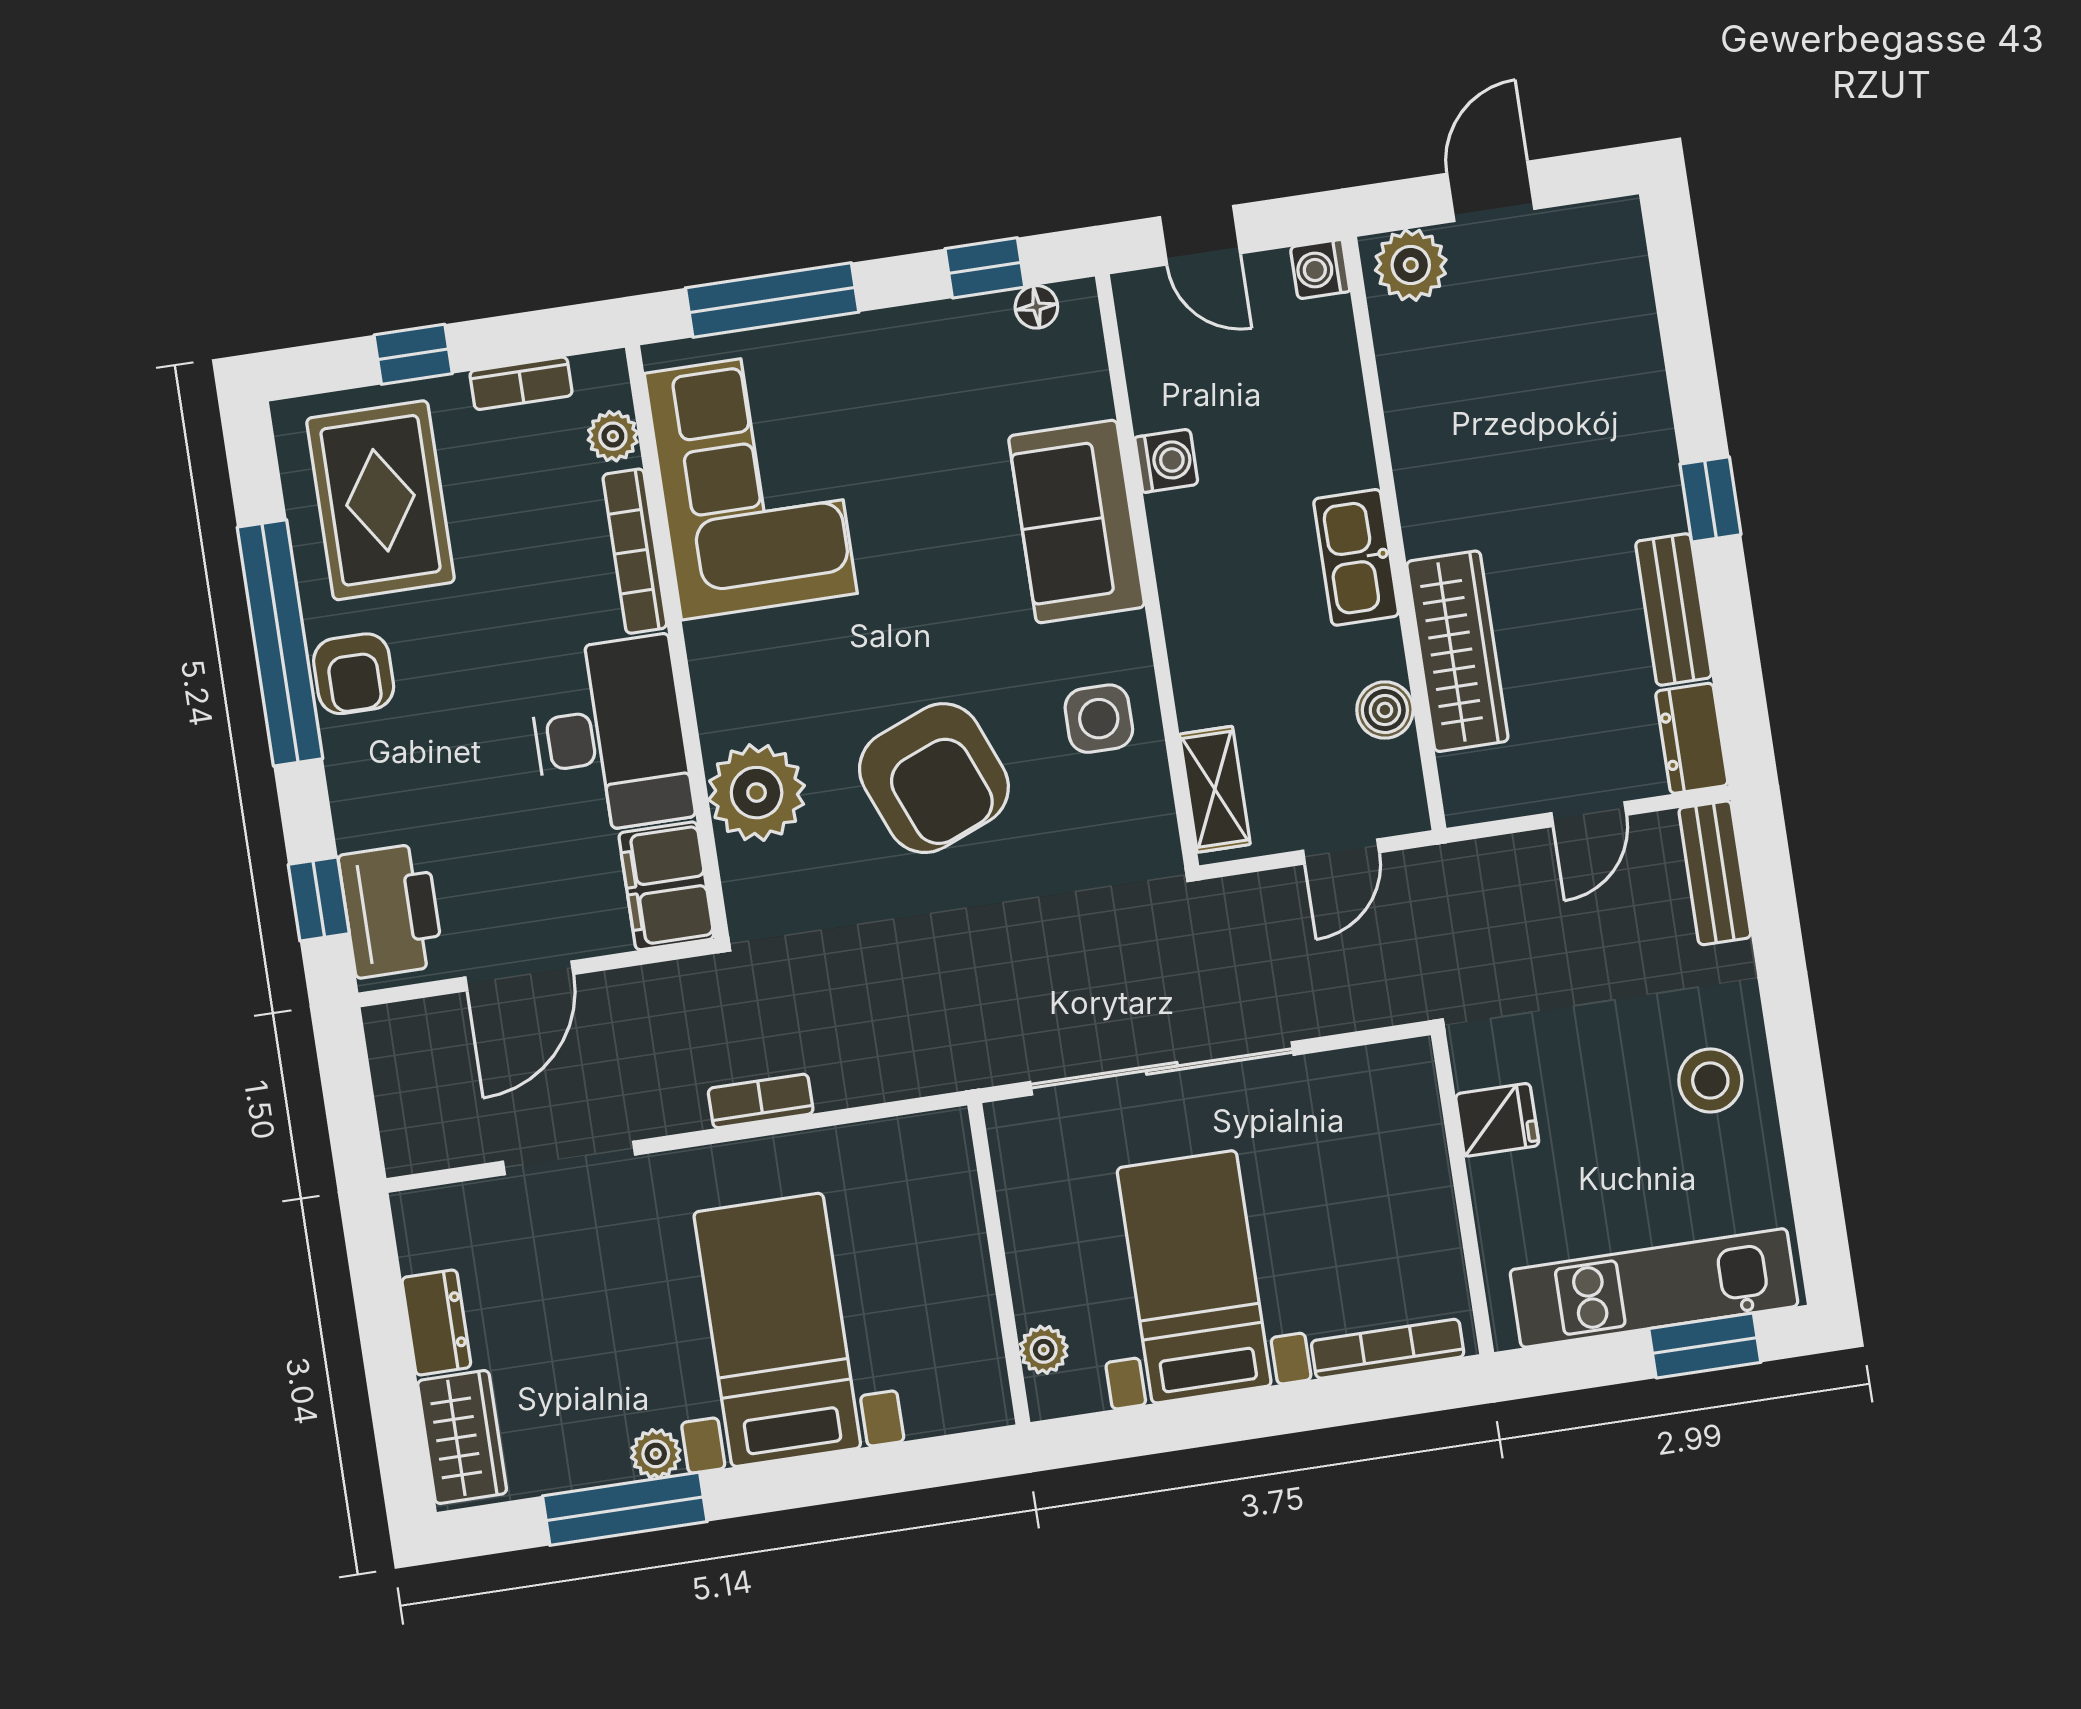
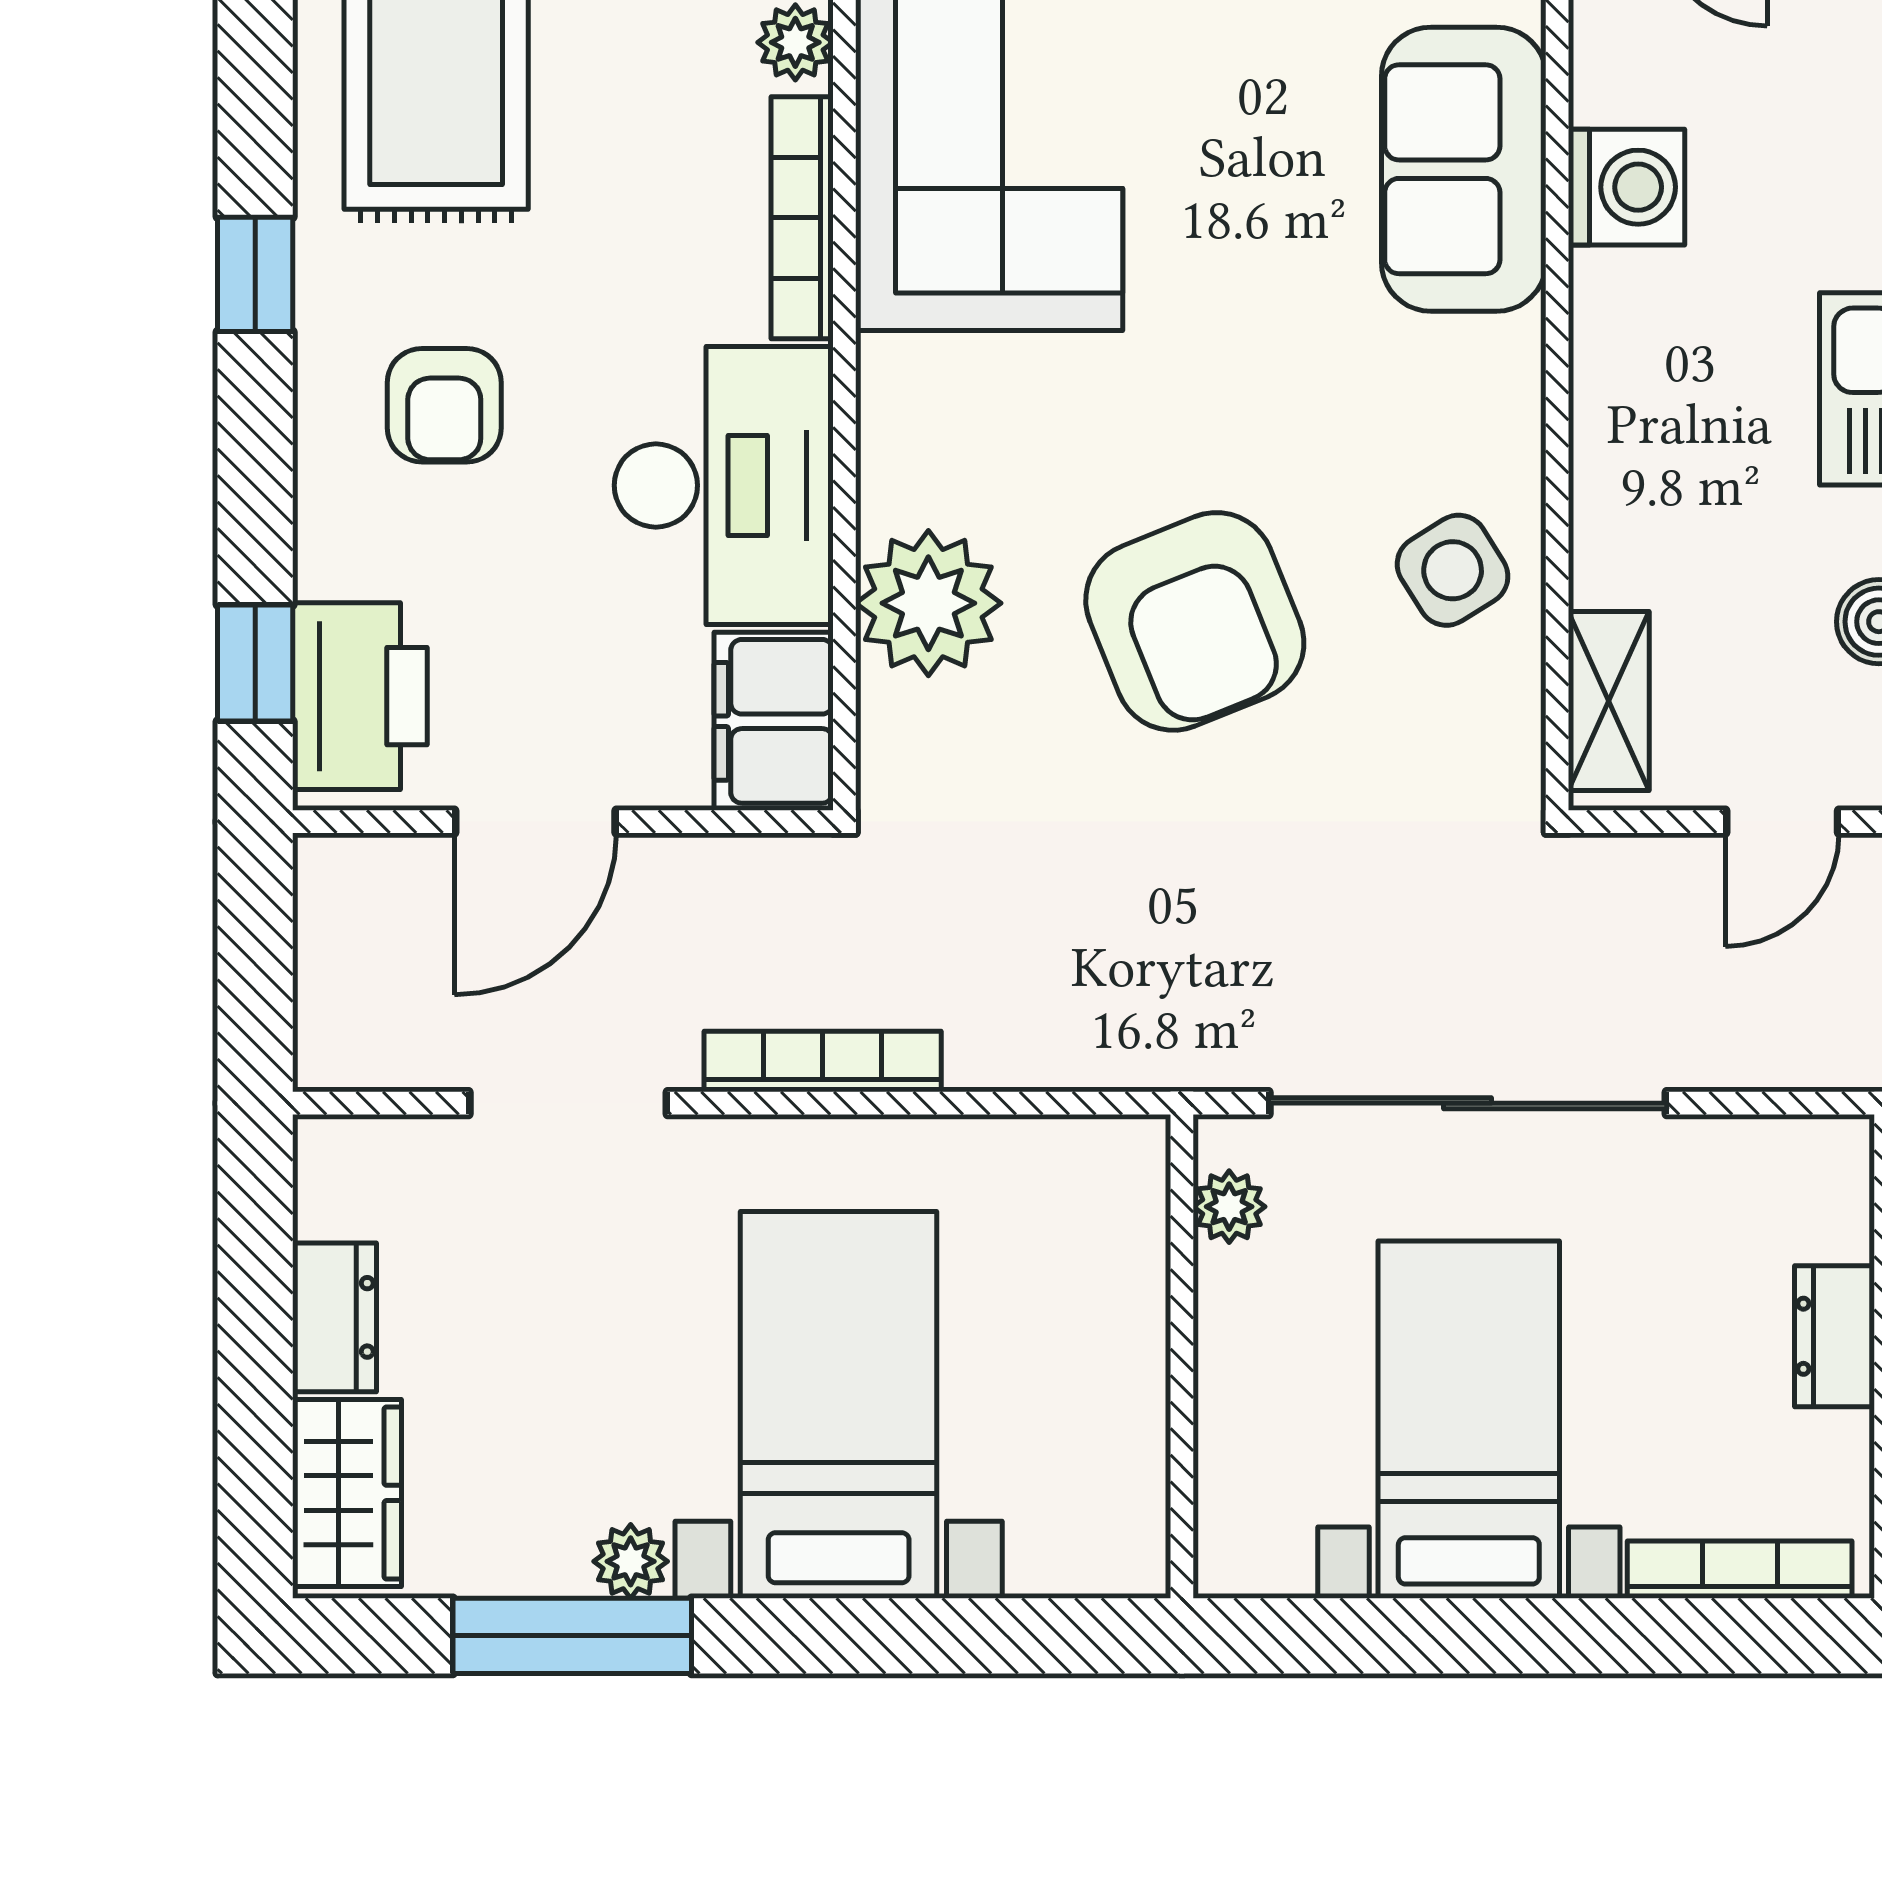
washing machine: (1166, 461) -> (1627, 187), width x1.38, depth x1.38
sofa: (1077, 522) -> (1464, 169), moved
window: (280, 643) -> (255, 274), width x0.32
armchair: (354, 674) -> (444, 405), moved
side table: (1099, 719) -> (1453, 570), turned -32
bookcase: (761, 1101) -> (823, 1062), width x1.56
dresser: (1427, 1185) -> (1834, 1336), added
plant: (1044, 1350) -> (1229, 1207), moved

